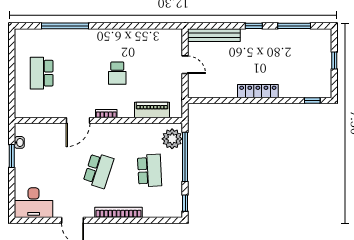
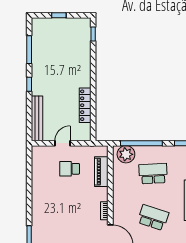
school desk: (117, 73) -> (70, 169), moved, turned 180
locker: (258, 91) -> (85, 105), moved

